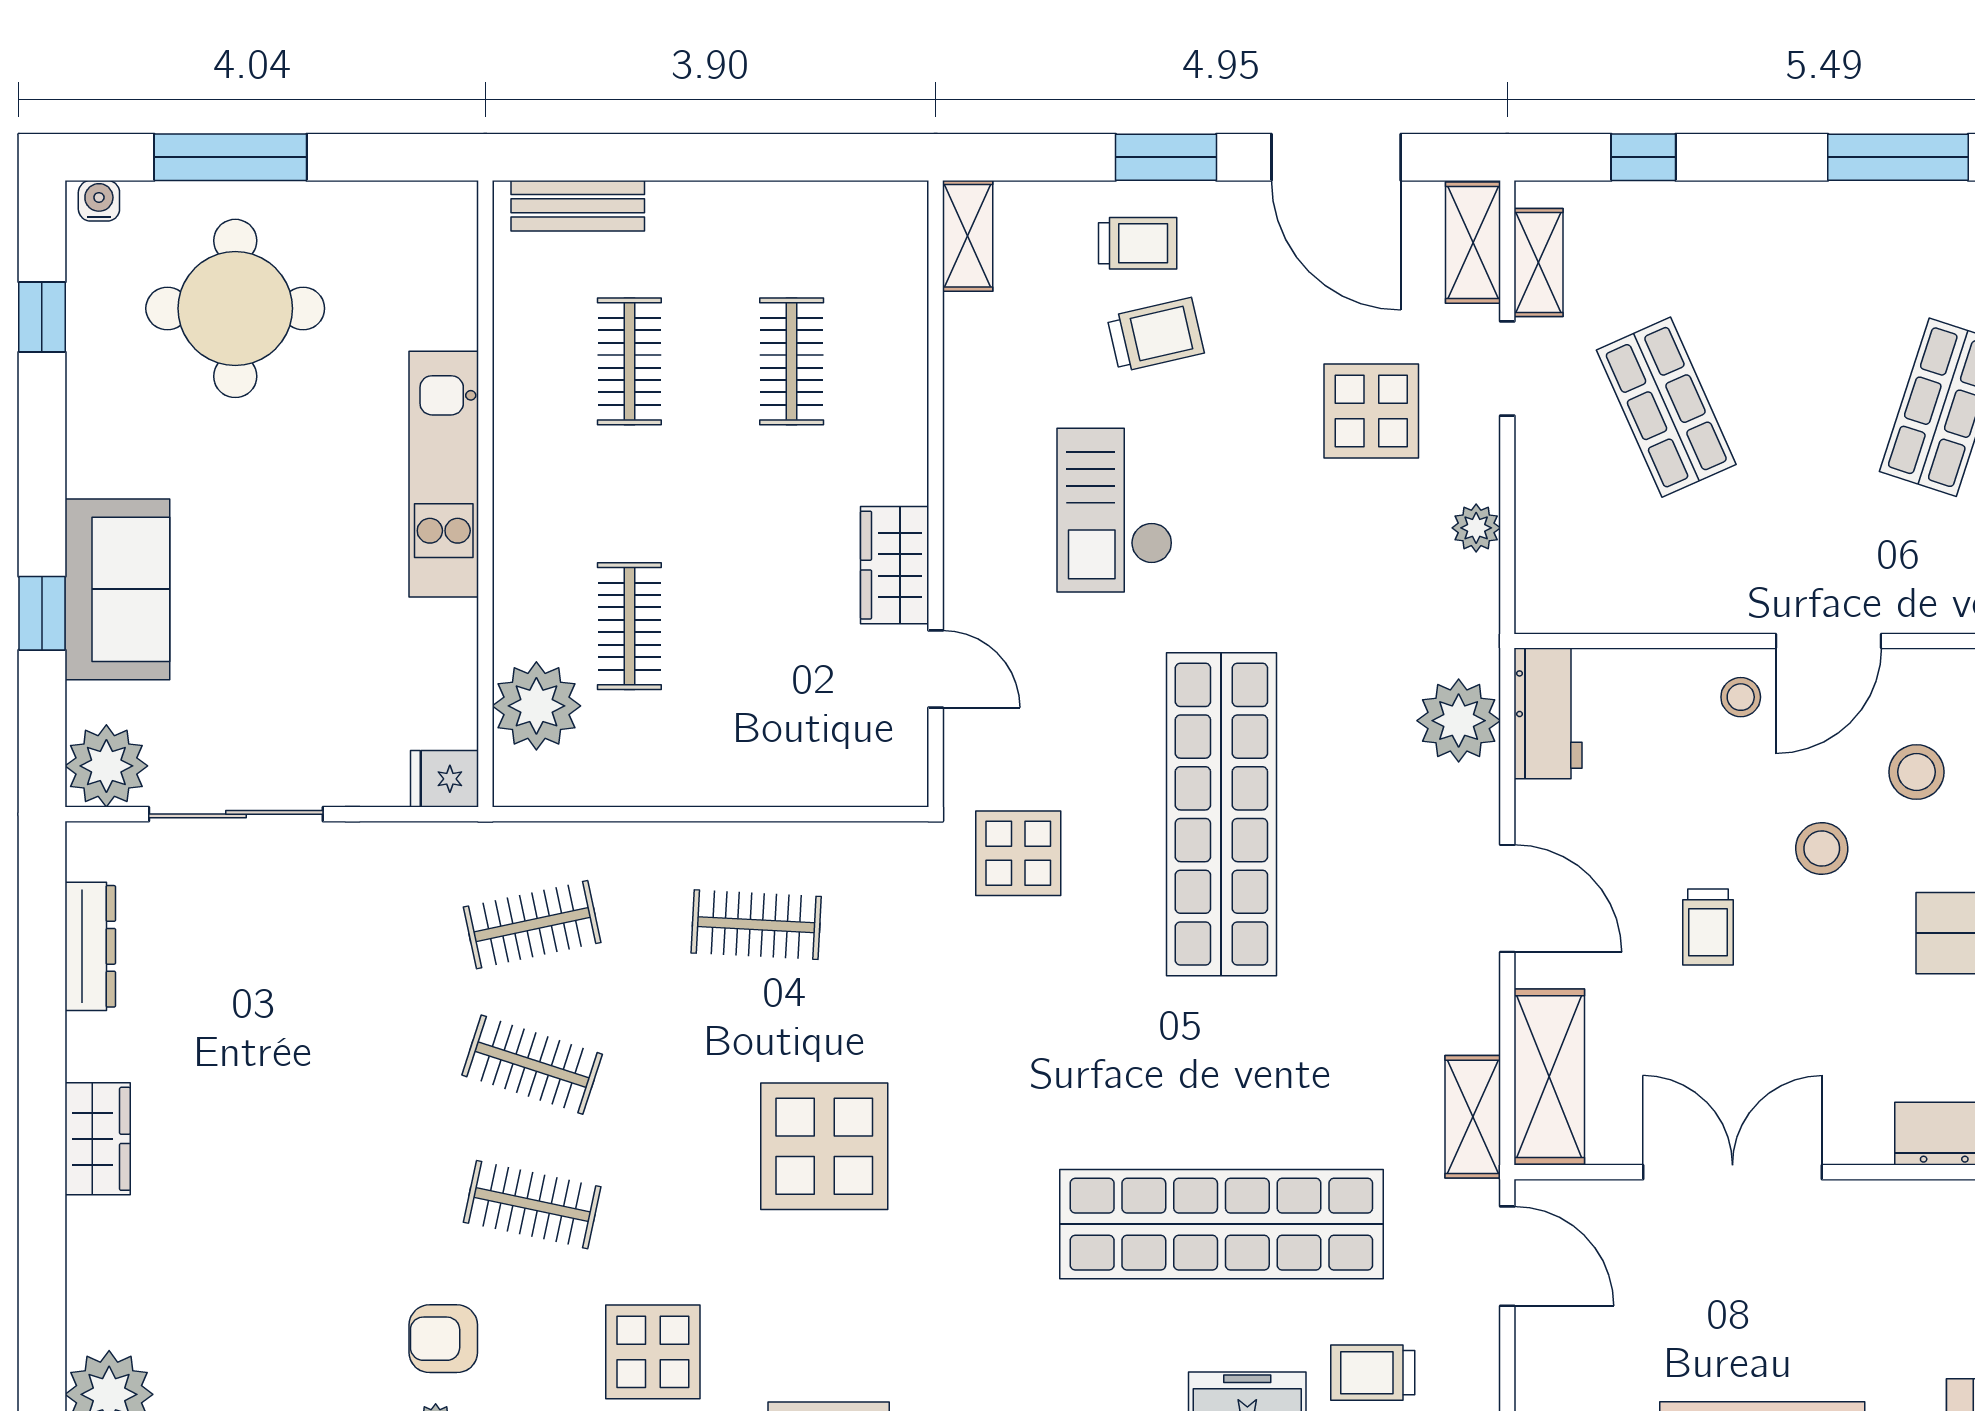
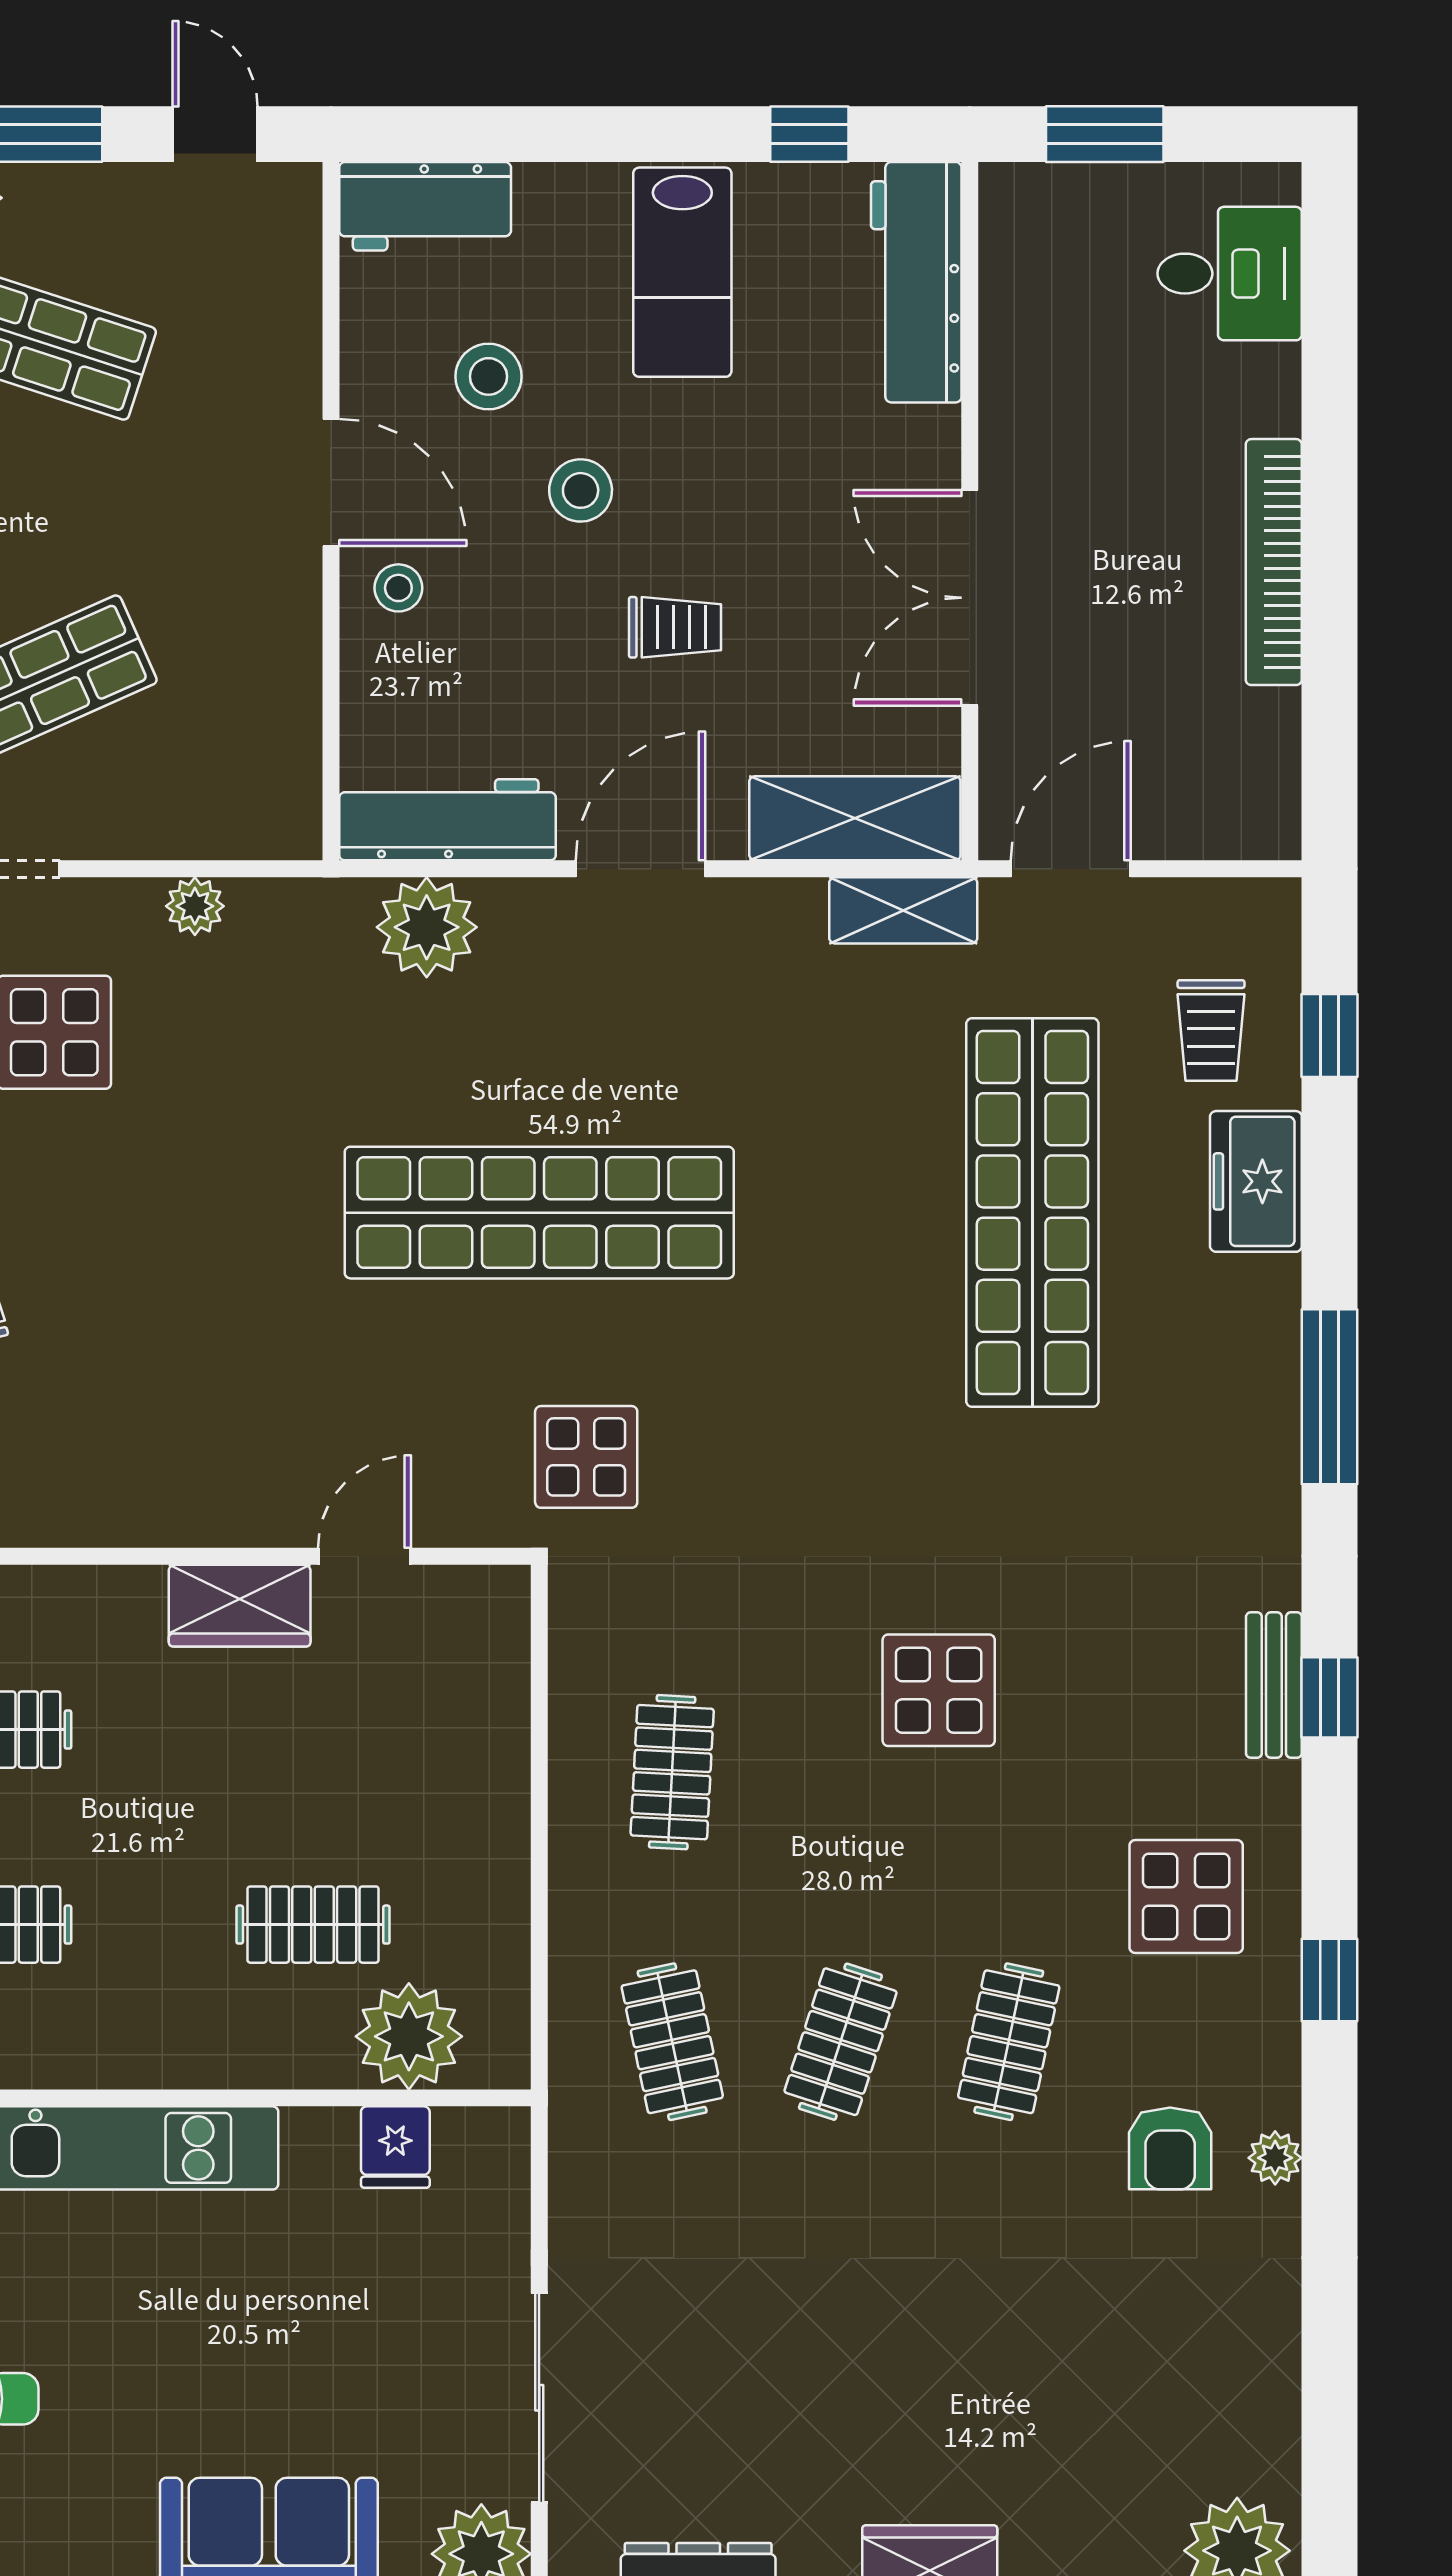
checkout: (1115, 510) -> (174, 1341), removed
workbench: (1548, 713) -> (447, 820), width x1.38
fridge: (444, 779) -> (395, 2147), moved
display table: (824, 1146) -> (939, 1690), width x0.73, depth x0.73

